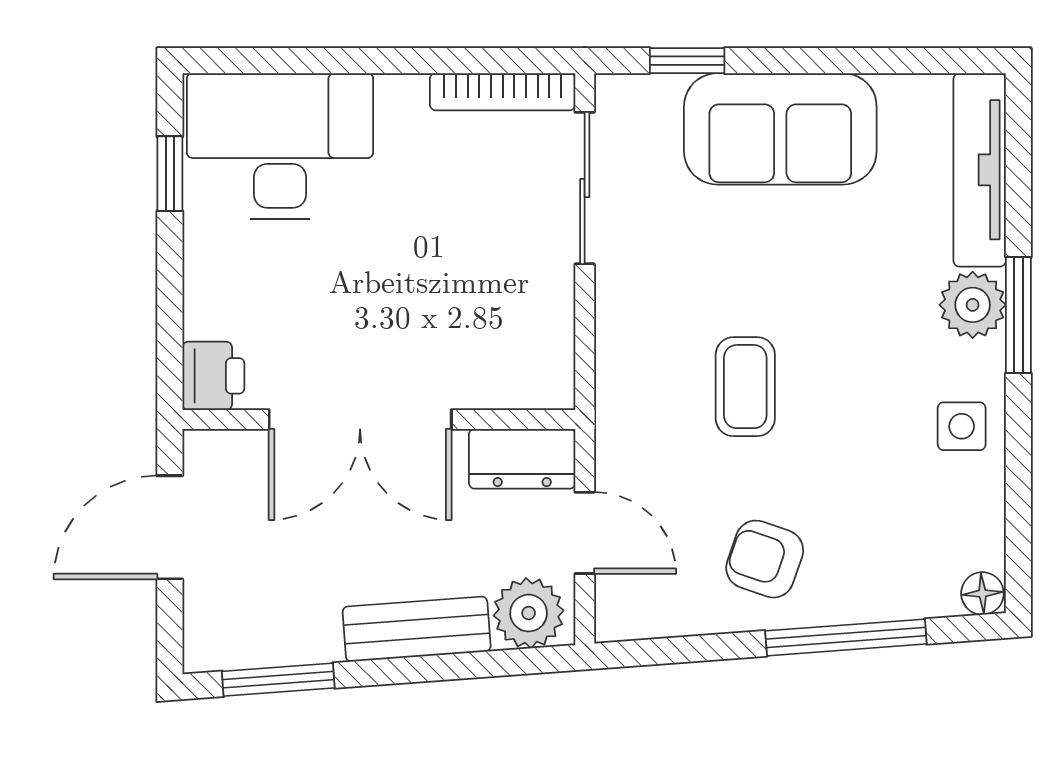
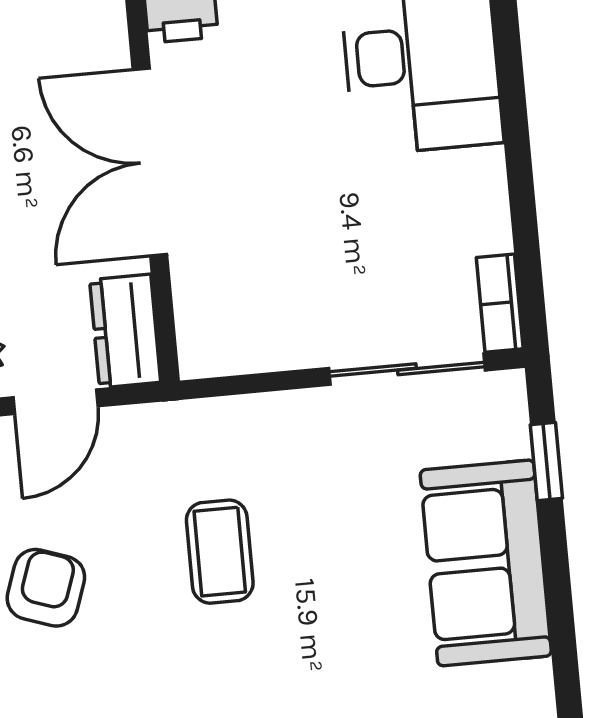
bookcase: (503, 92) -> (500, 303), width x0.64
coffee table: (745, 387) -> (220, 552), turned 90

